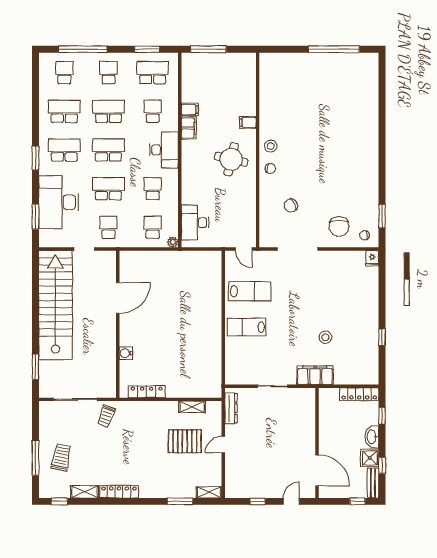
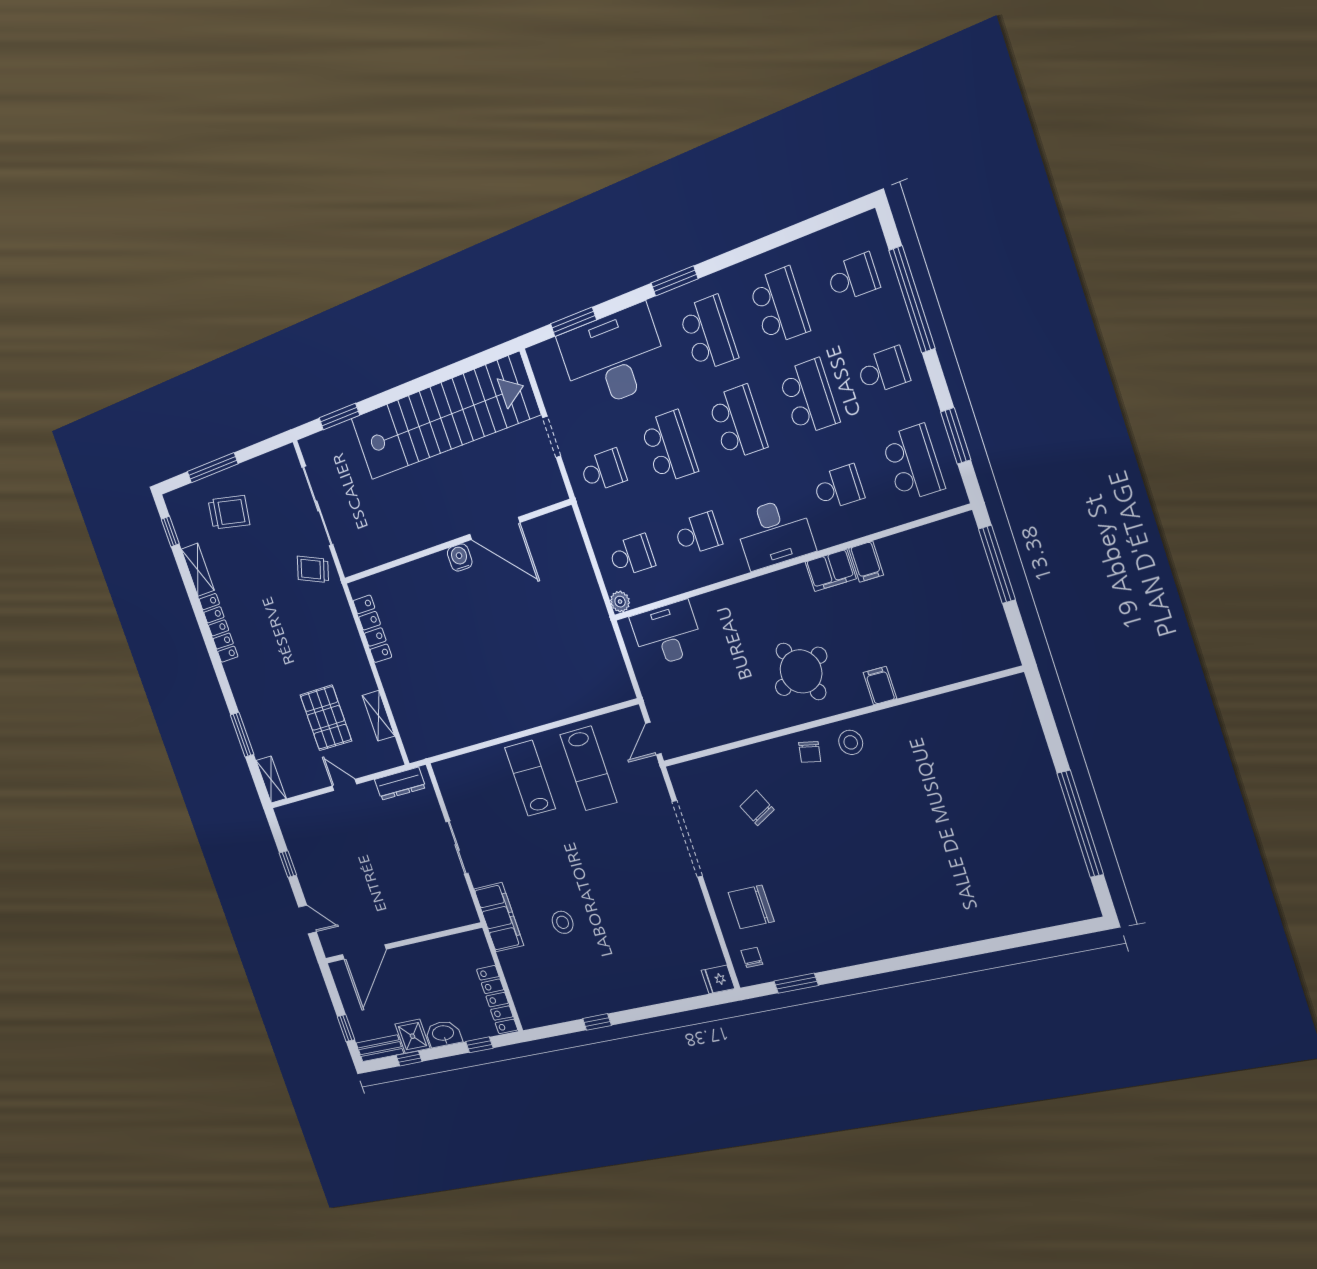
round table: (231, 159) -> (801, 671), turned -37
water cooler: (126, 353) -> (460, 557), moved

